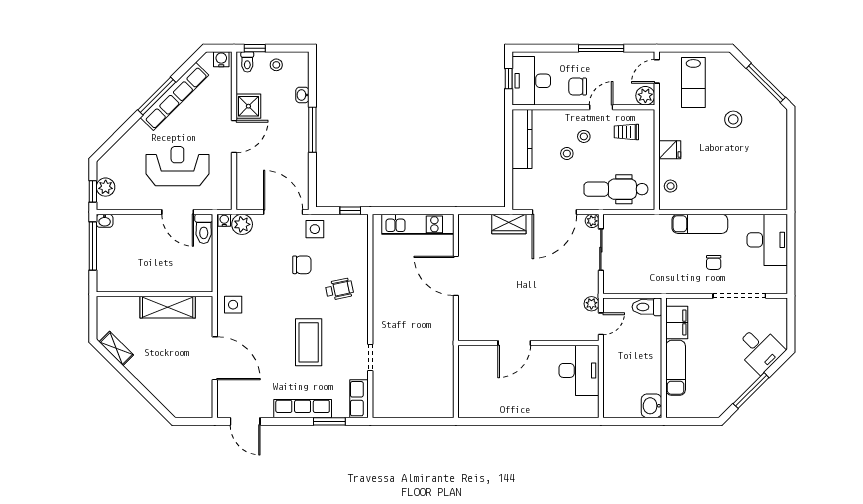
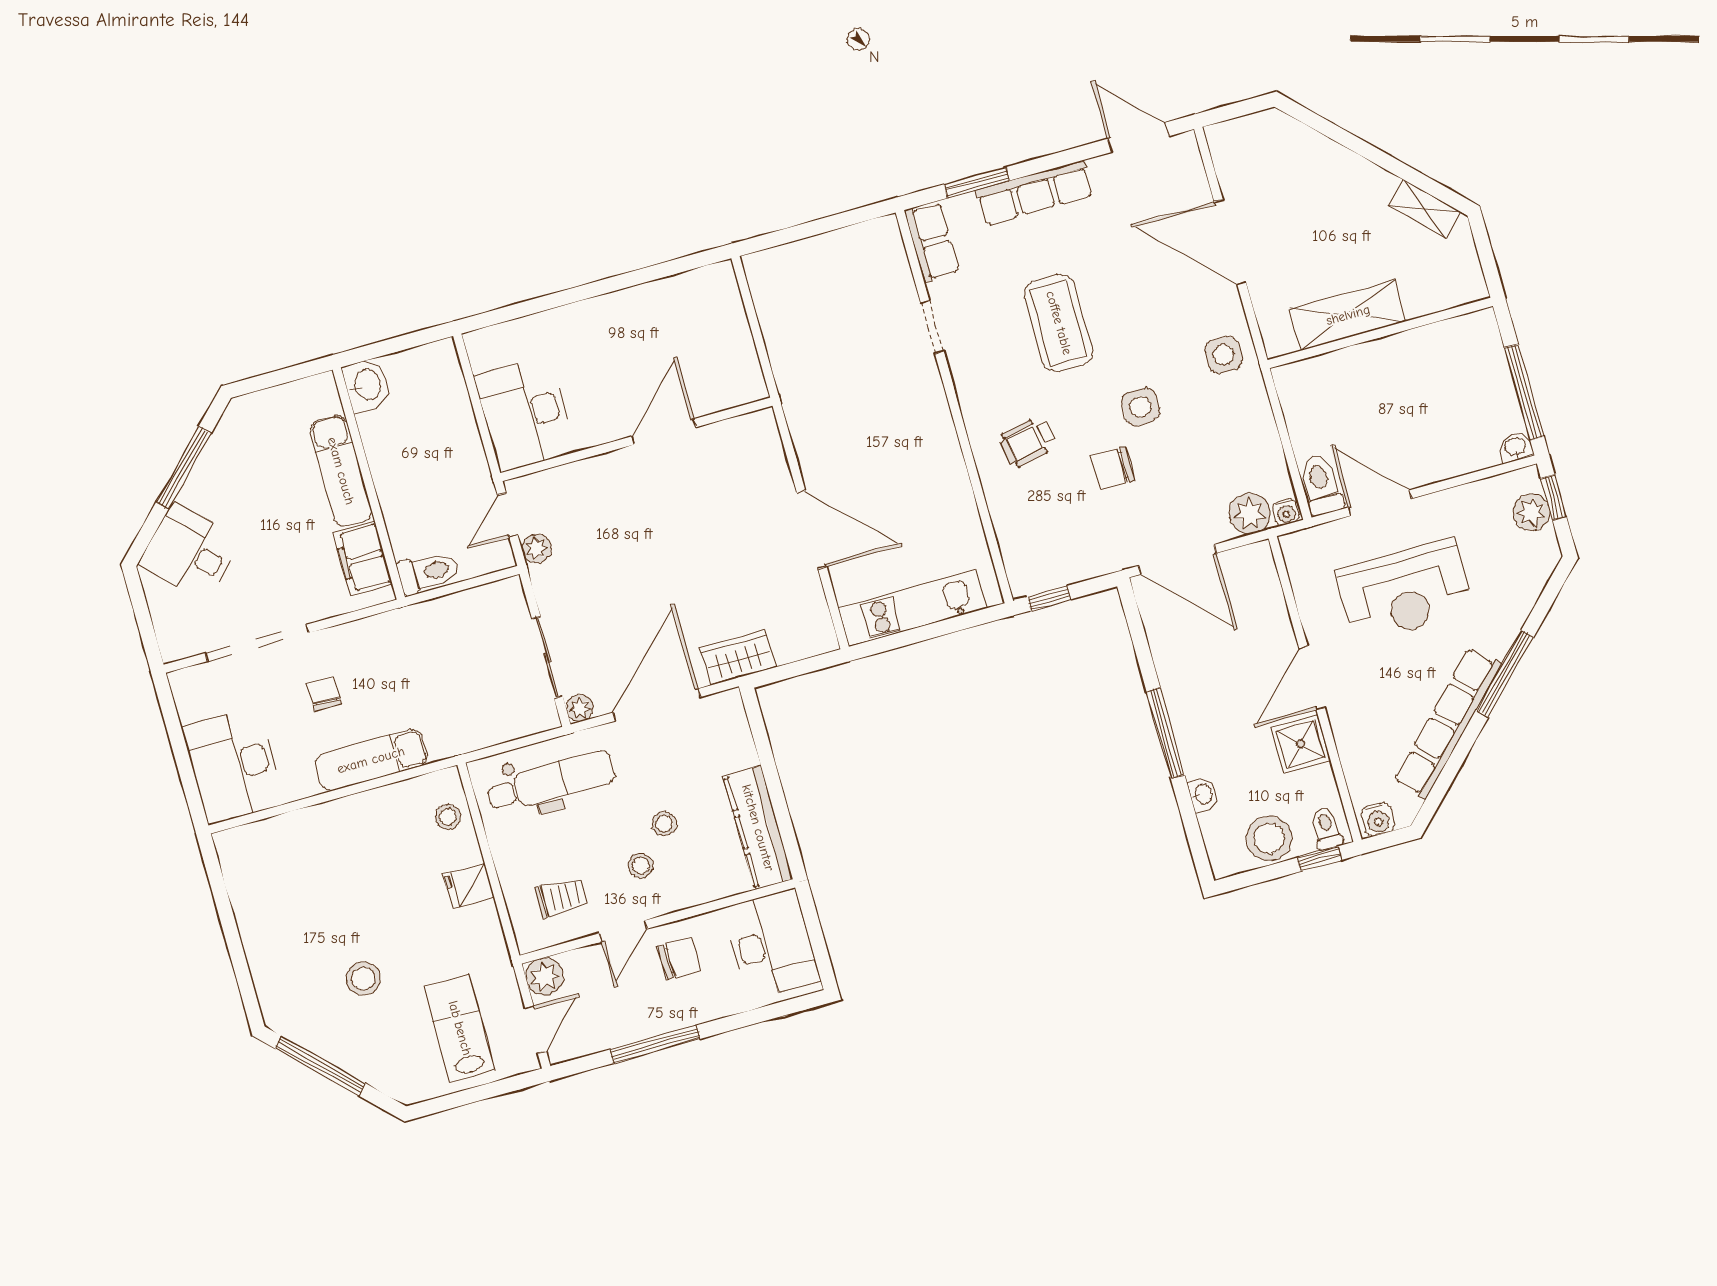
stool: (276, 65) -> (1269, 838), width x1.89, depth x1.89
window: (509, 79) -> (816, 936), removed
window: (157, 96) -> (1505, 674), moved
side table: (315, 229) -> (1140, 407), moved

